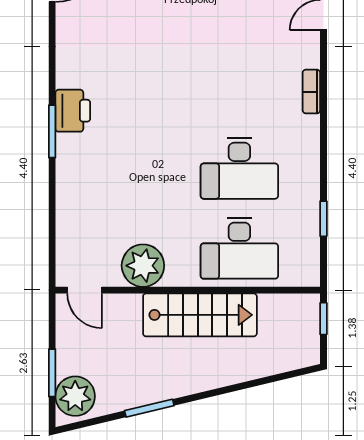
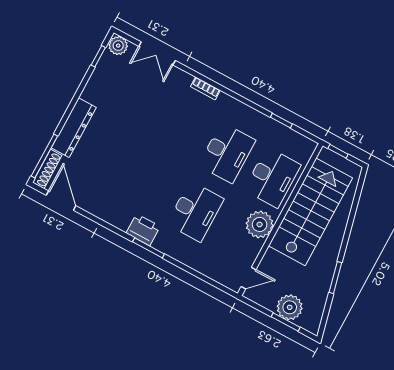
desk: (136, 168) -> (195, 211), added
plant: (143, 266) -> (260, 224), moved
stairs: (200, 315) -> (311, 212), width x1.36, depth x1.51
plant: (75, 396) -> (290, 307), moved

